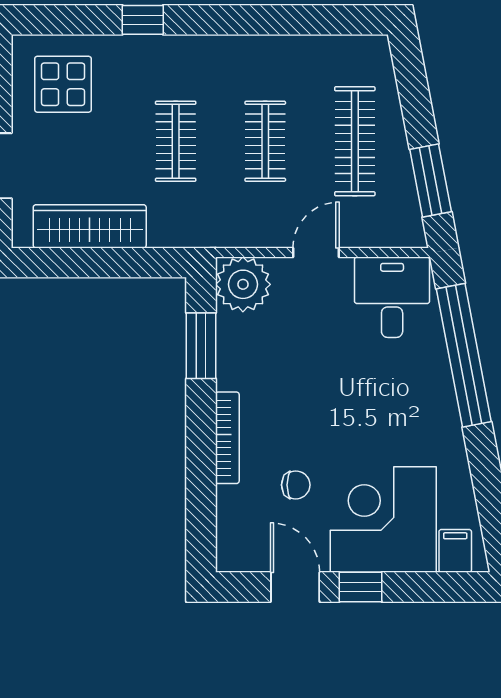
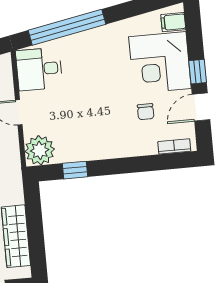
window: (201, 346) -> (75, 170), width x0.67
bookcase: (227, 438) -> (174, 146), moved, width x0.64
chair: (296, 485) -> (146, 112), turned 180

